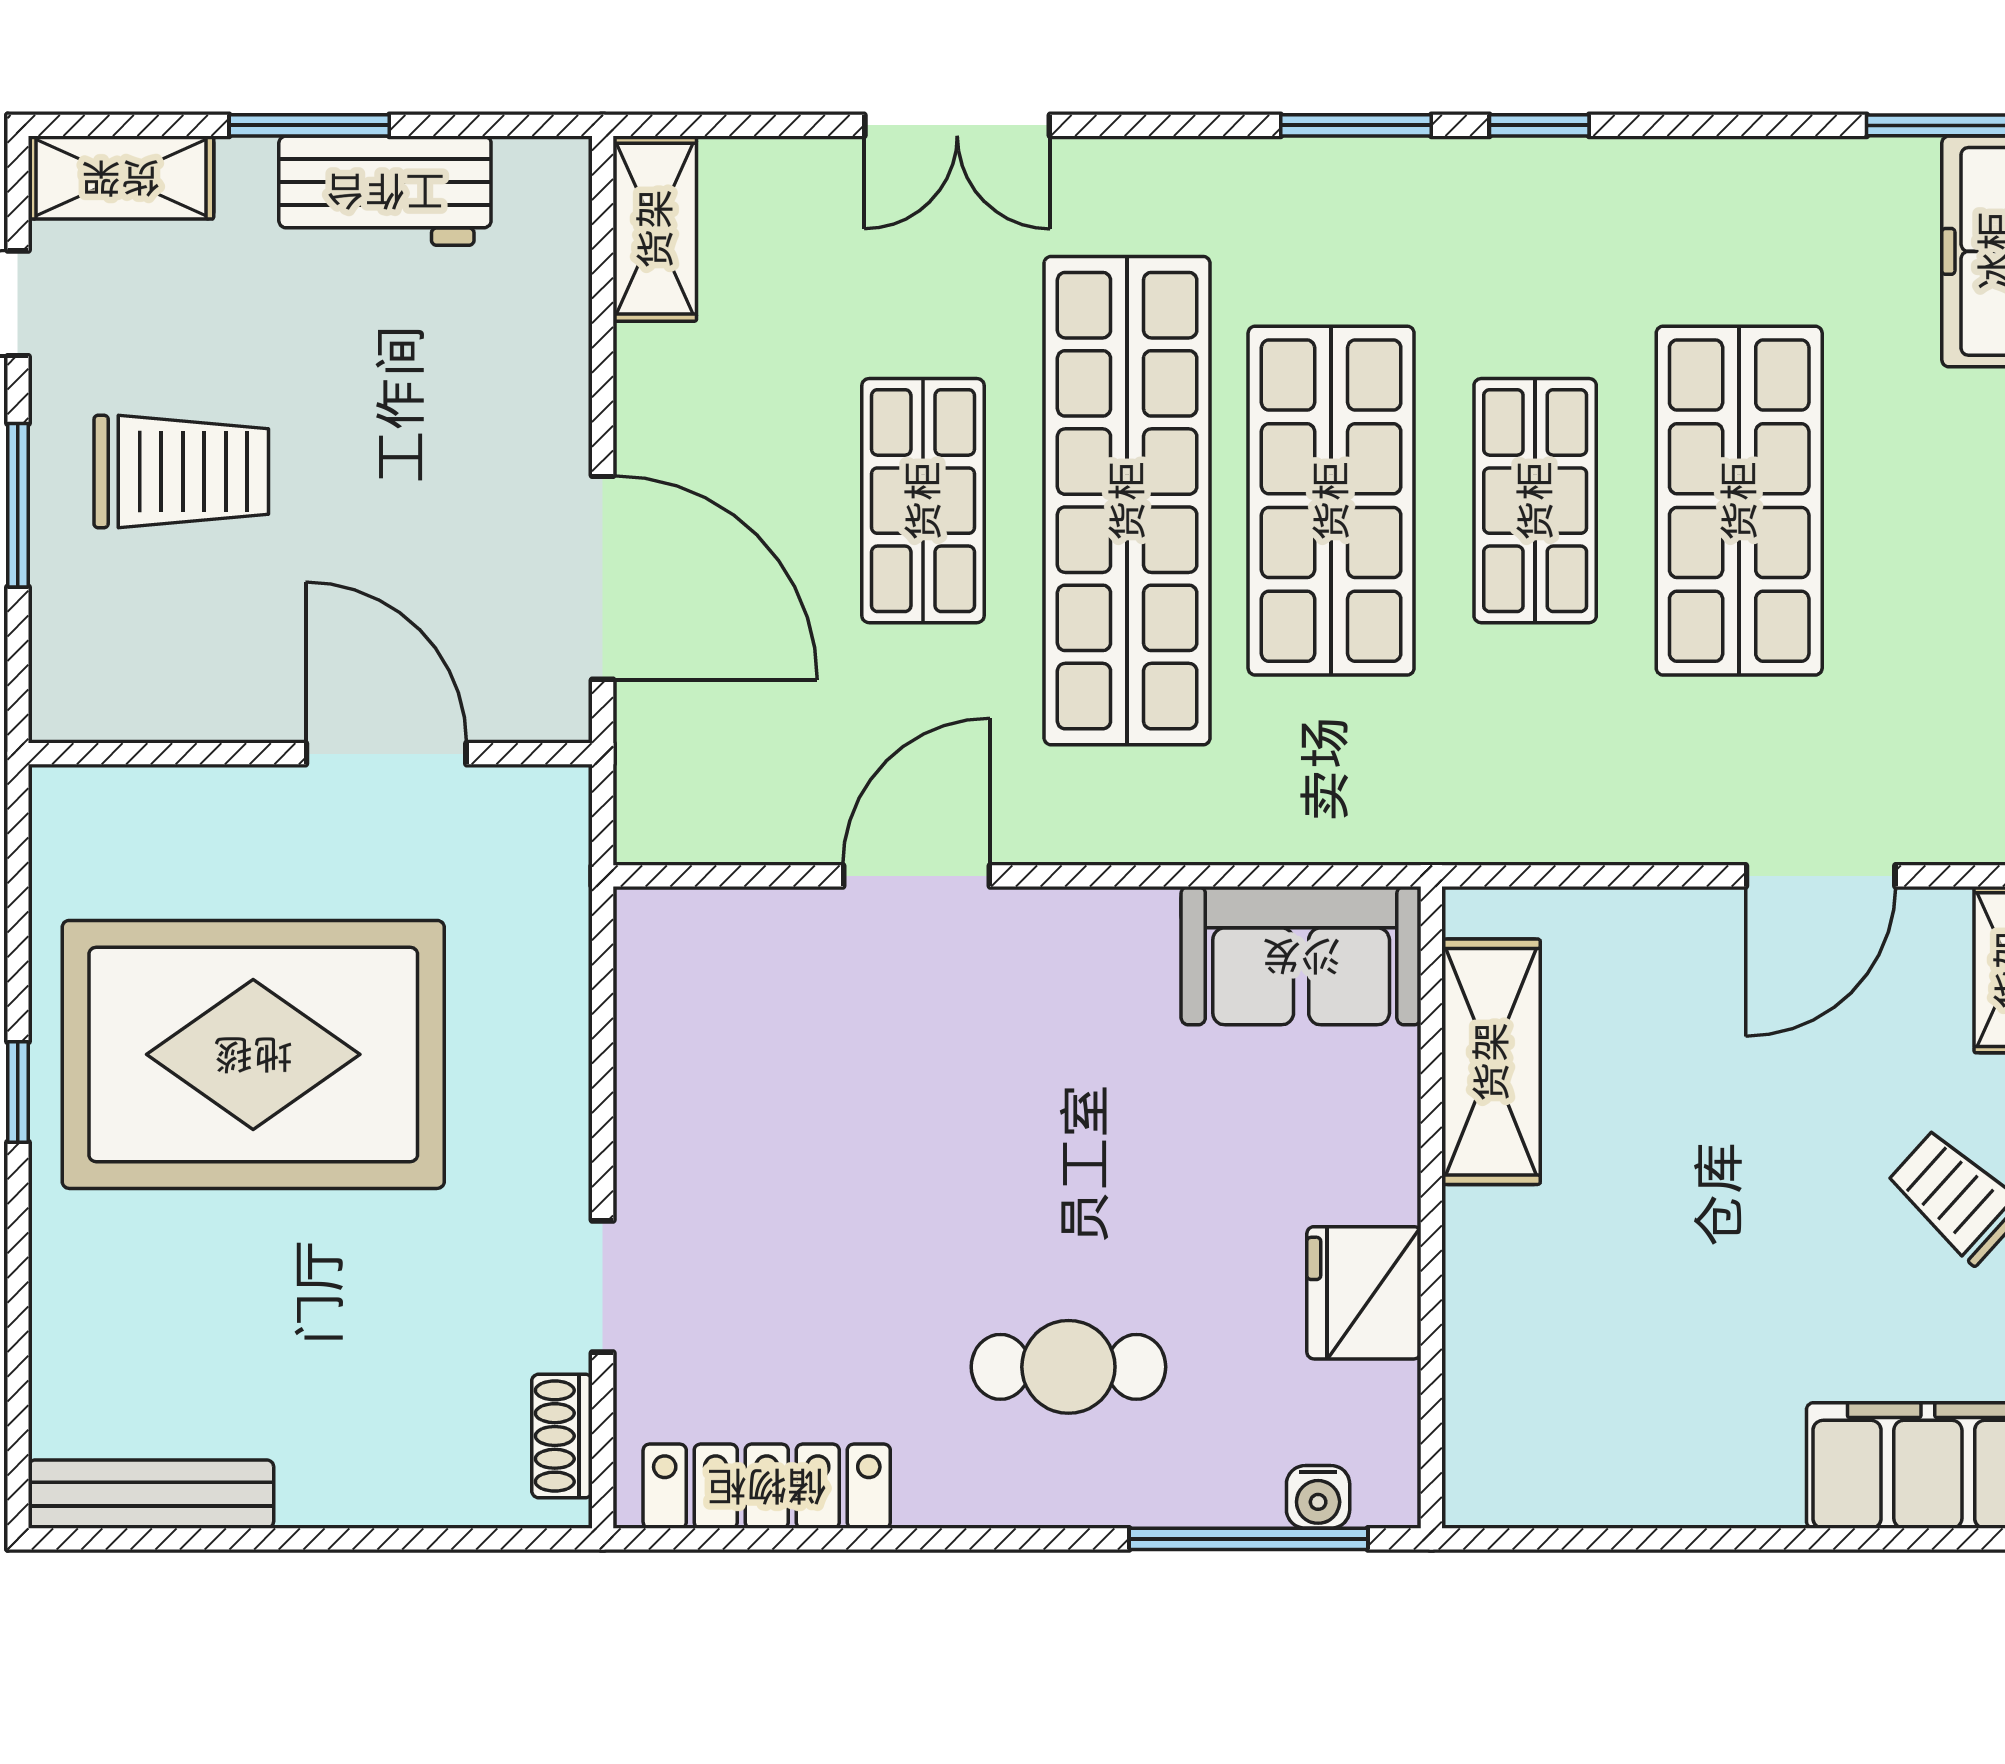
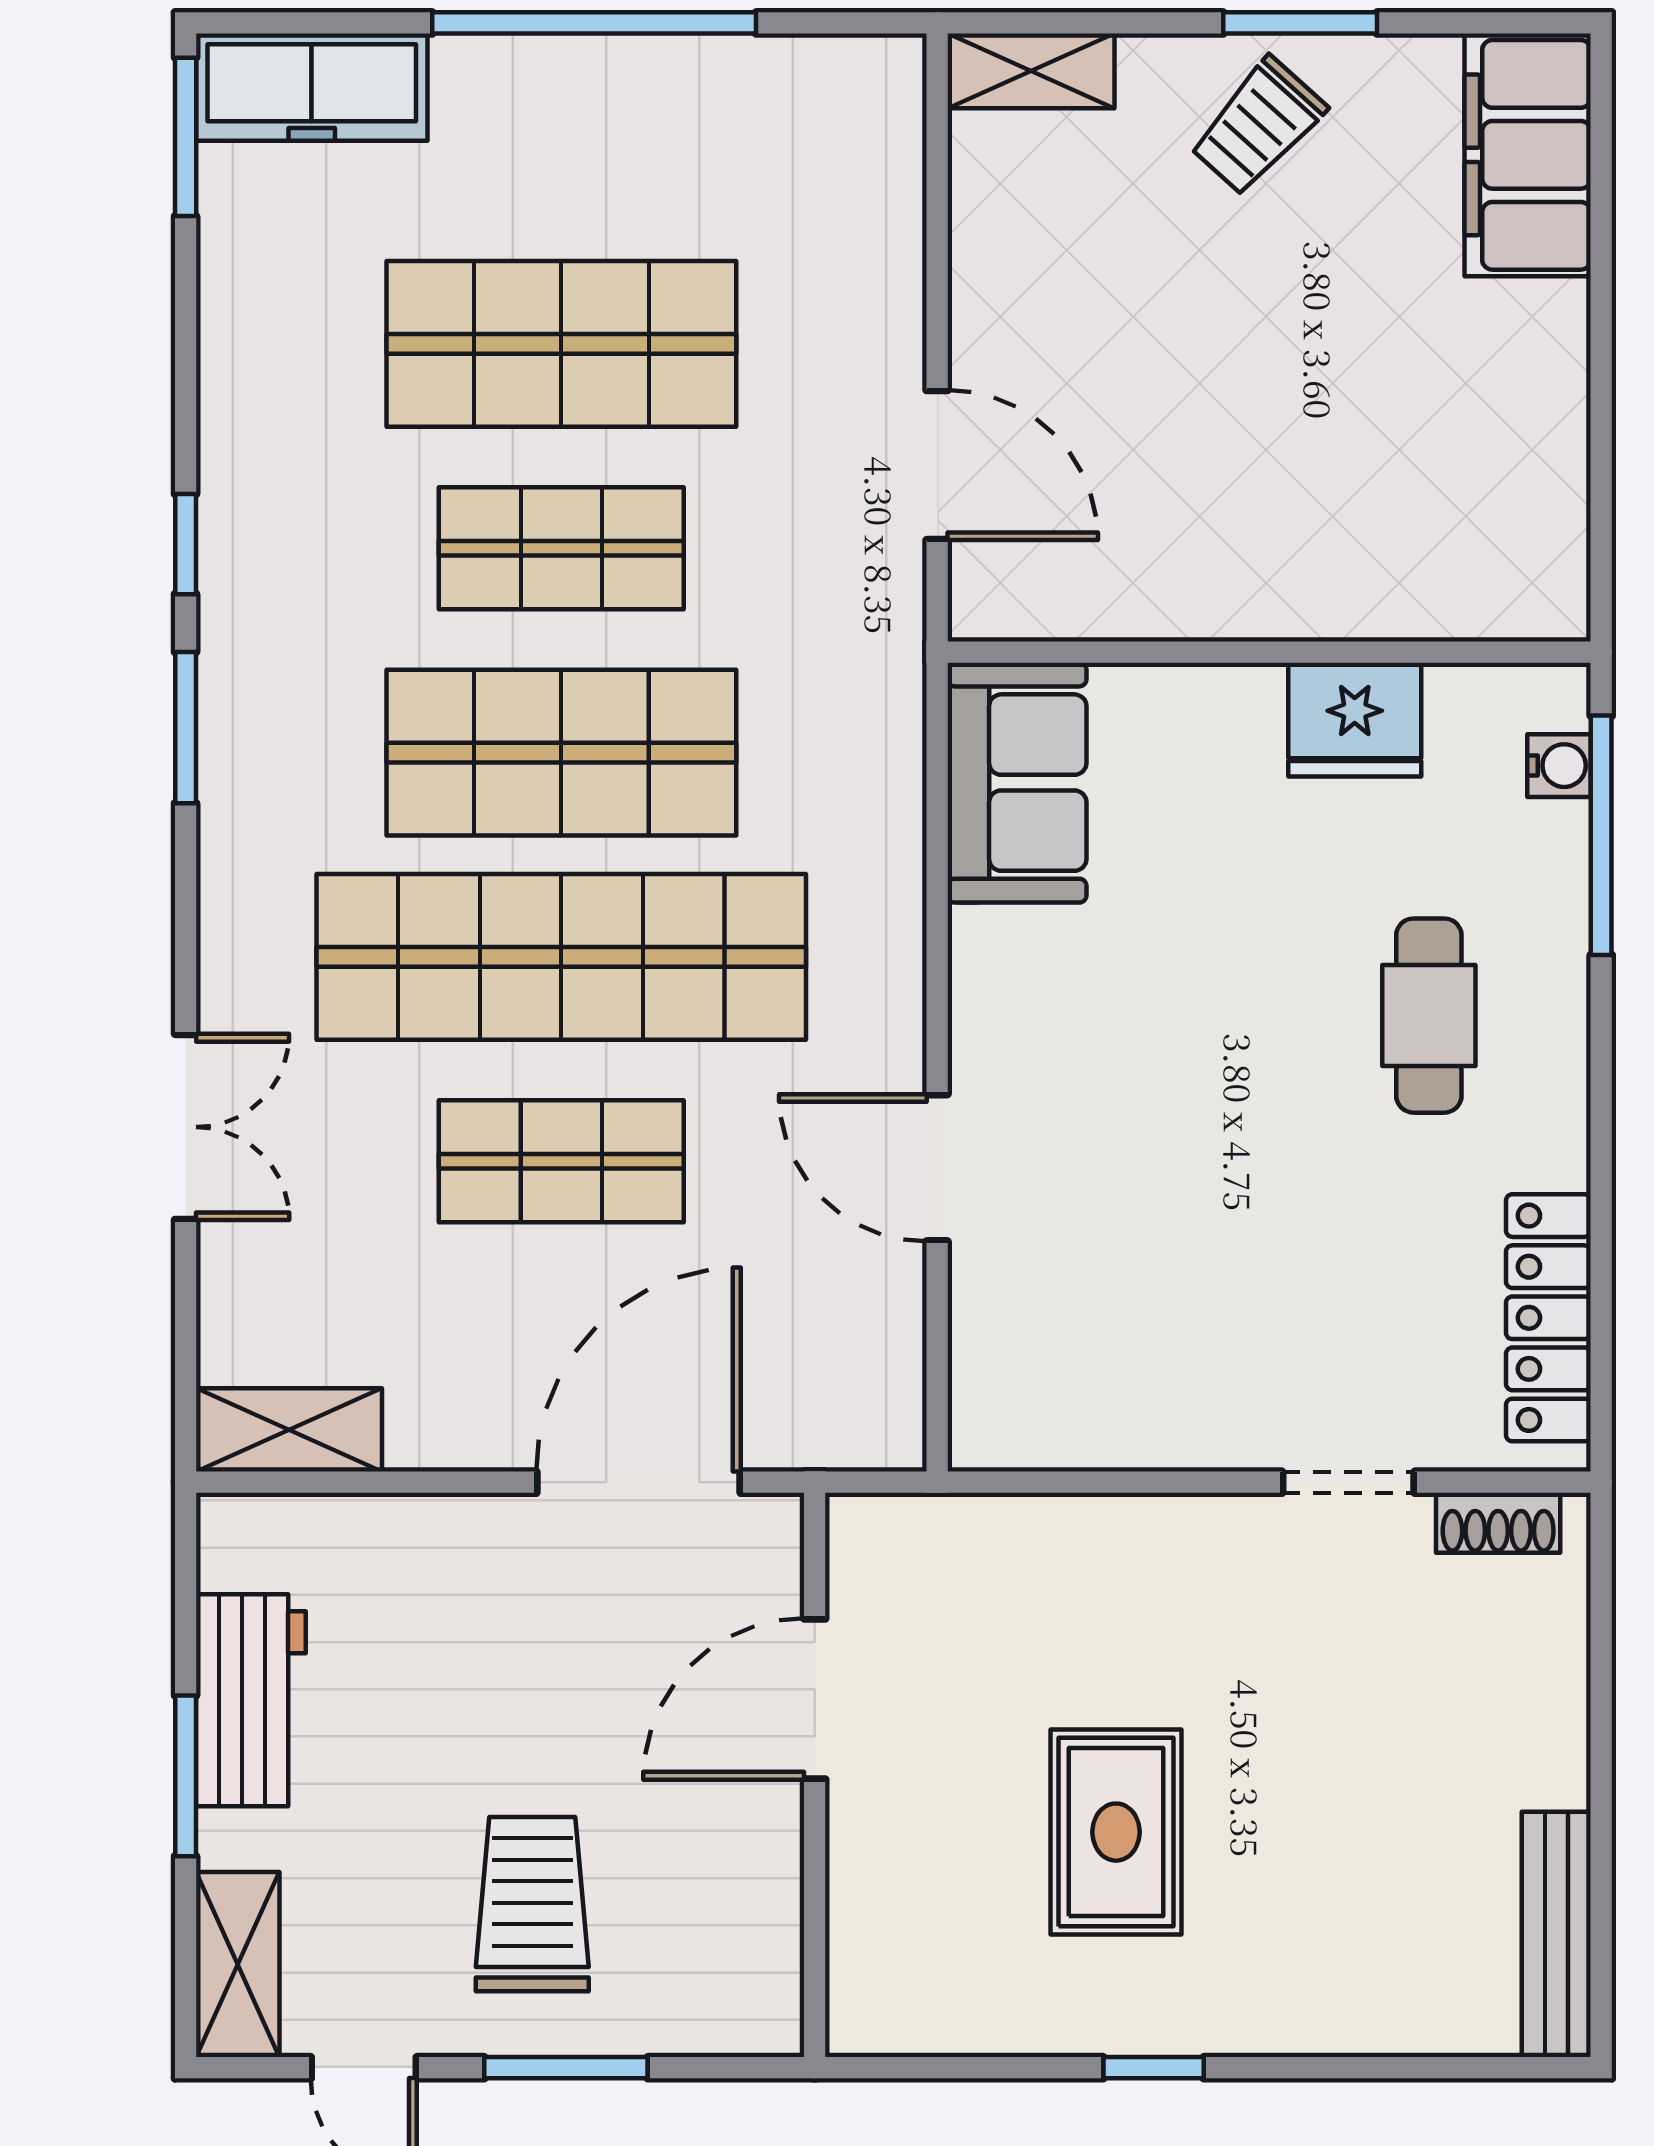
door: (1821, 876) -> (937, 465), moved
rug: (253, 1054) -> (1116, 1832), width x0.54, depth x0.49
shelving: (1491, 1062) -> (1123, 592), removed

